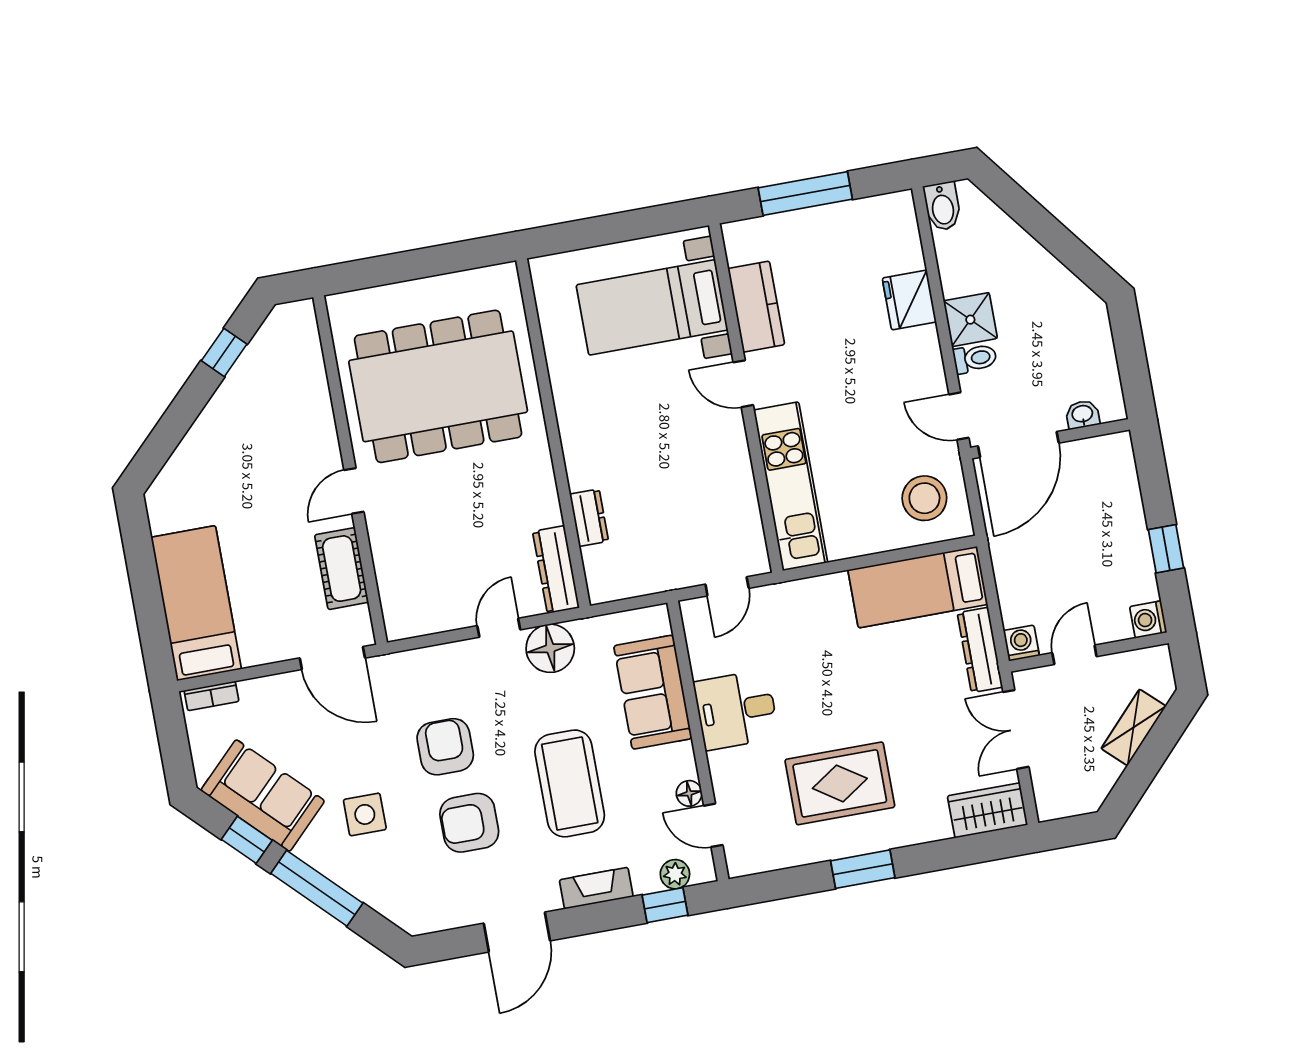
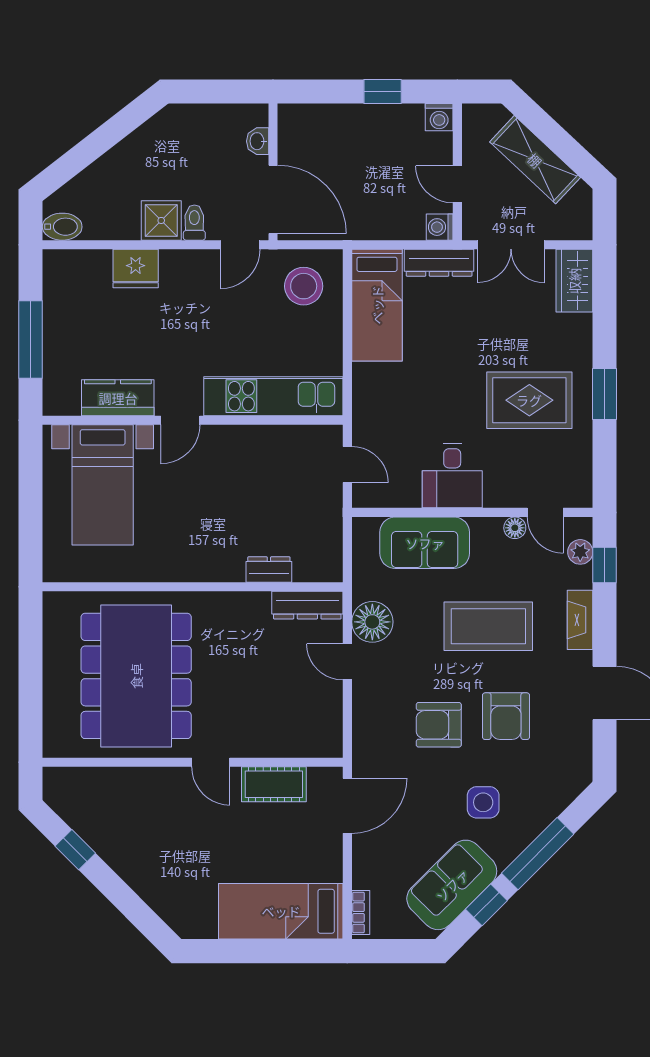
shelving: (1134, 727) -> (535, 160), width x1.50, depth x1.33
rug: (840, 783) -> (529, 400), turned 90
door: (713, 825) -> (545, 512), hinge flipped

